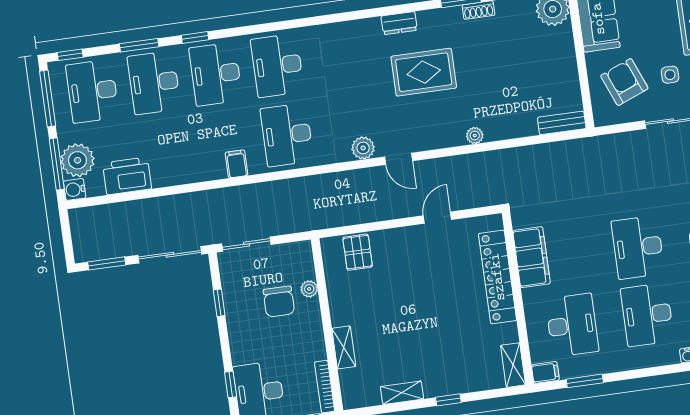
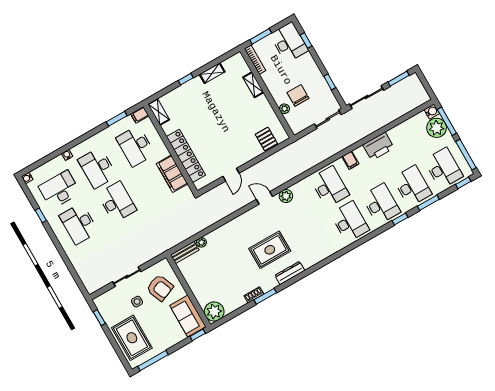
dresser: (399, 23) -> (290, 273), width x1.44
plant: (475, 136) -> (201, 242), moved
printer: (127, 176) -> (378, 146), moved
desk: (647, 315) -> (97, 168), turned 180

